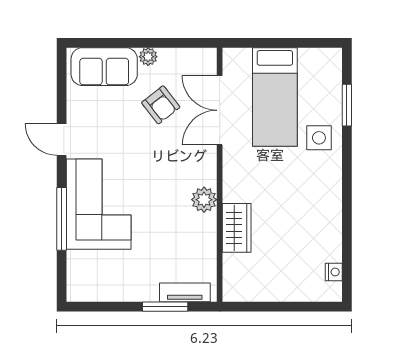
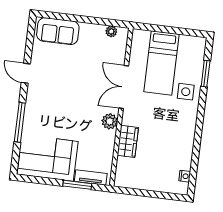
plant: (148, 57) -> (111, 31), moved
armchair: (161, 105) -> (90, 59), removed
double door: (220, 110) -> (124, 87), moved
corner sofa: (99, 204) -> (48, 158), moved, turned -90

